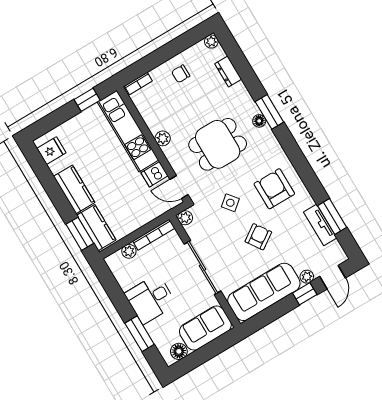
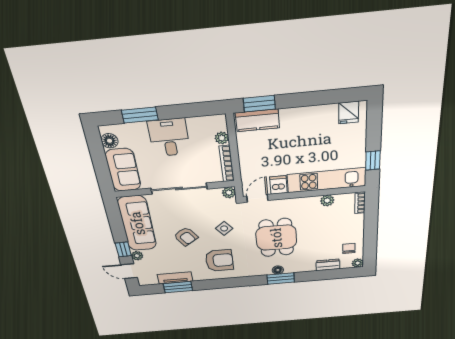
chair: (181, 74) -> (349, 248), moved
plant: (163, 138) -> (327, 201), moved
kitchen counter: (74, 189) -> (302, 117), removed

